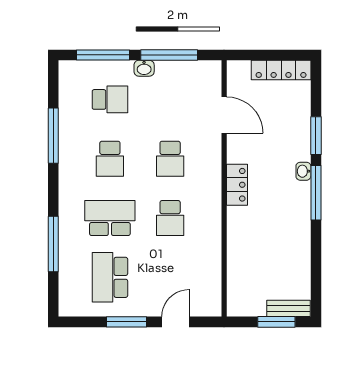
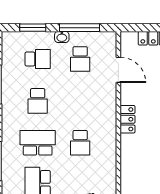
window: (103, 55) -> (33, 28), width x0.69
school desk: (170, 159) -> (80, 59), moved

